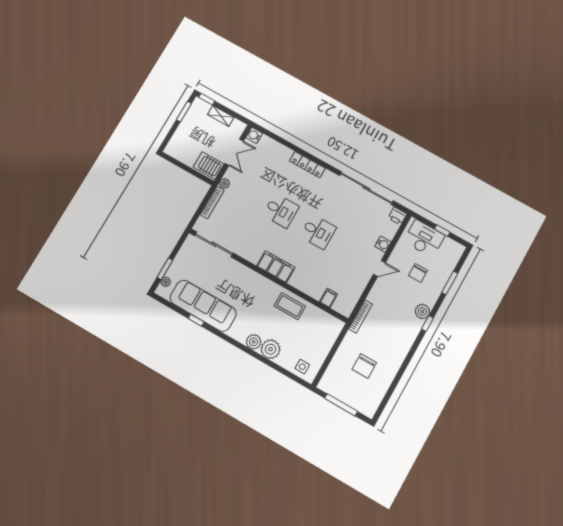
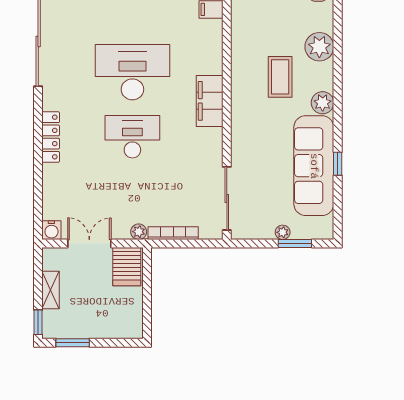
desk: (281, 211) -> (132, 137), width x1.37
desk: (318, 232) -> (132, 72), width x1.87, depth x1.30
plant: (166, 282) -> (283, 232), moved
coffee table: (290, 306) -> (280, 77), moved
plant: (254, 342) -> (323, 103), moved

